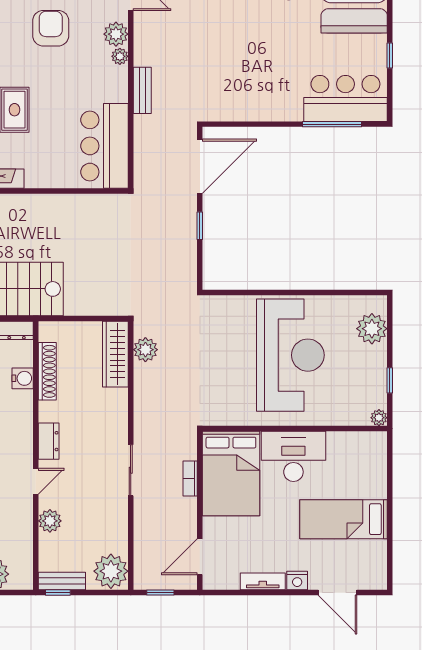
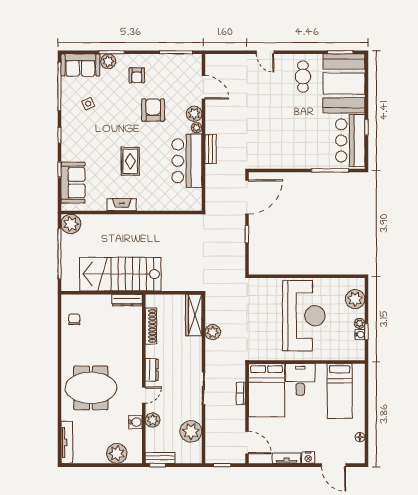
bar counter: (345, 98) -> (350, 140), moved, turned -90
bar counter: (104, 146) -> (187, 161), moved
plant: (145, 350) -> (213, 332), moved
water cooler: (23, 378) -> (135, 422), moved
water cooler: (379, 385) -> (360, 334), added
plant: (379, 418) -> (360, 323), moved
desk: (293, 456) -> (300, 379), width x0.73
bed: (343, 519) -> (340, 391), moved, turned -90
floor lamp: (380, 548) -> (360, 437), added
door: (200, 557) -> (247, 443), swing flipped
plant: (111, 571) -> (191, 431), moved

